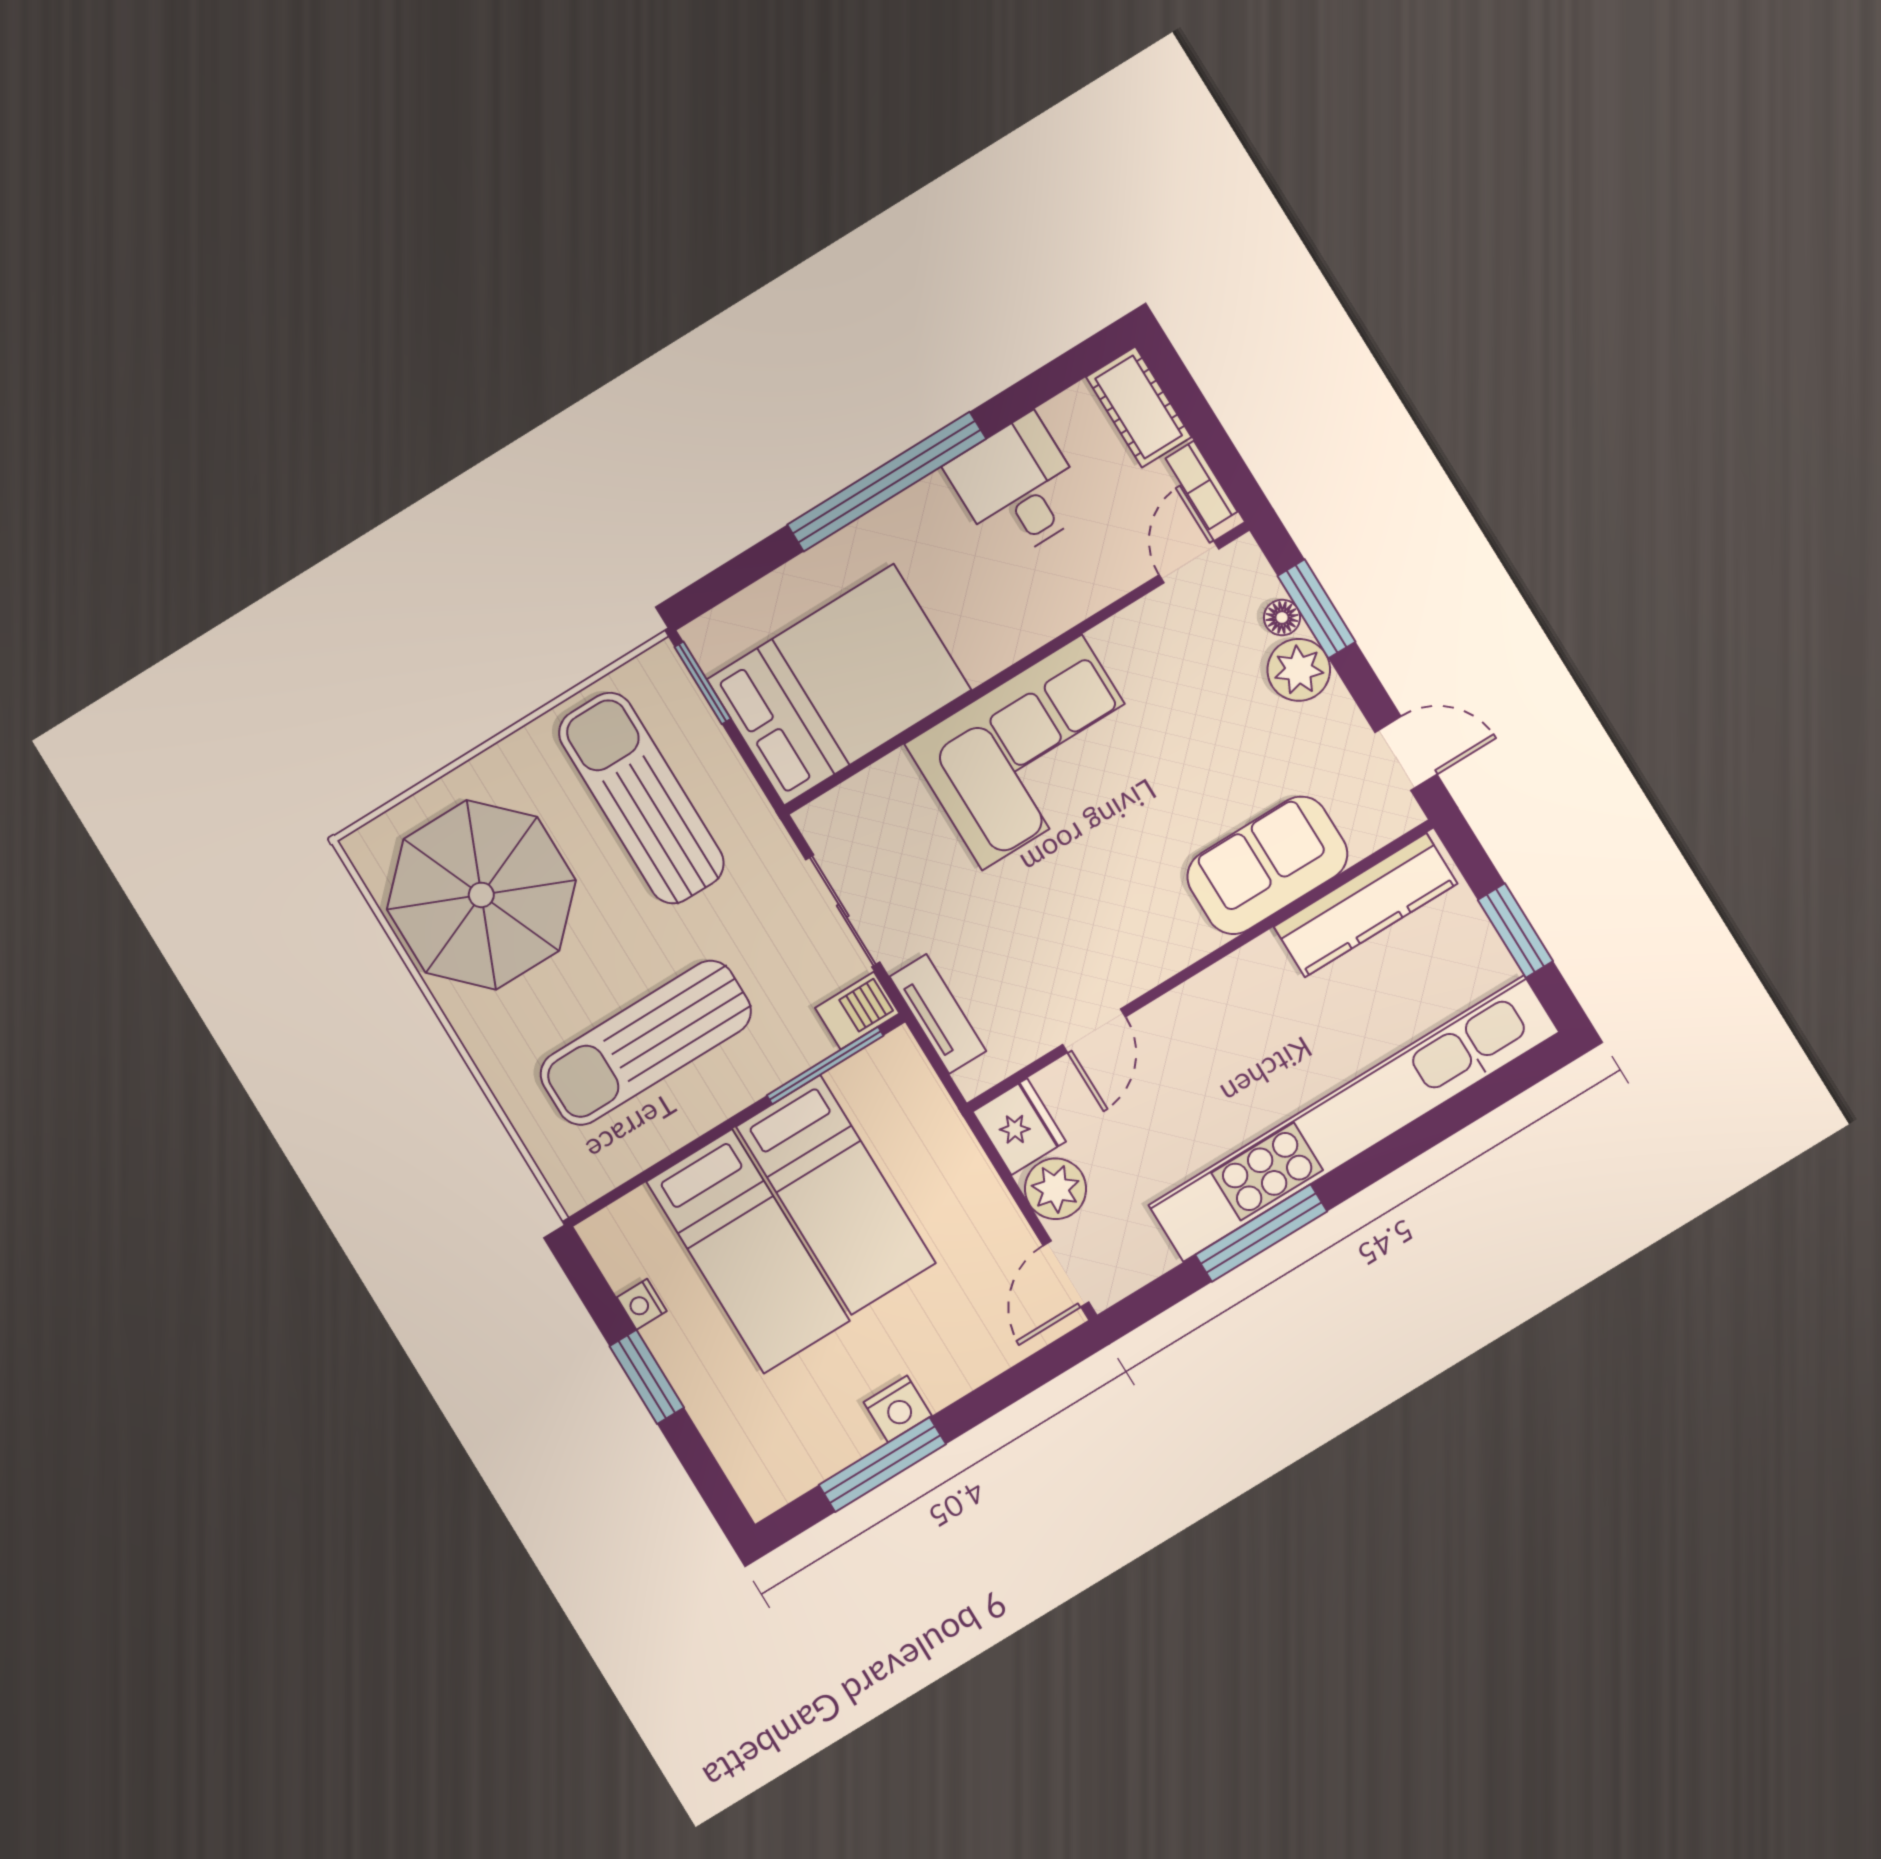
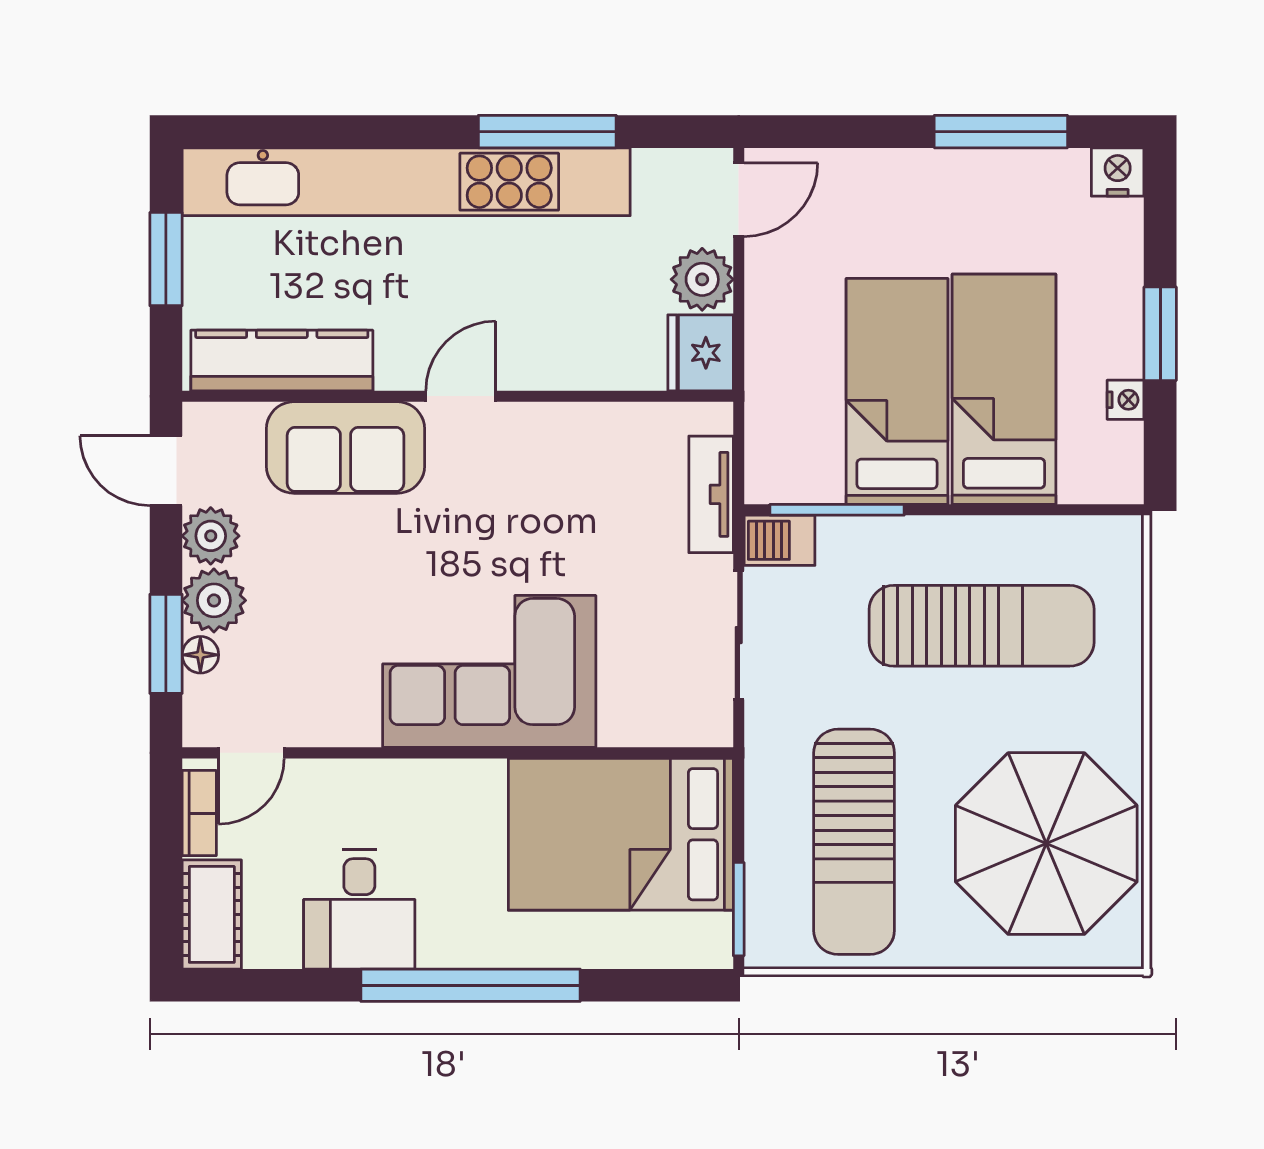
plant: (1335, 722) -> (211, 536), added
door: (1094, 1031) -> (461, 396), moved
nightstand: (898, 1409) -> (1118, 172), moved

